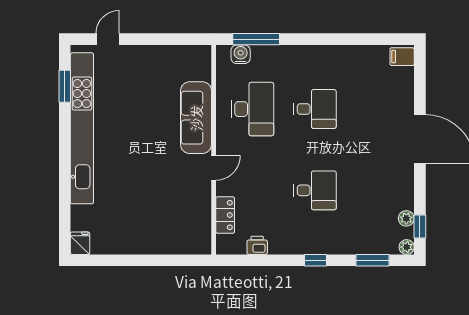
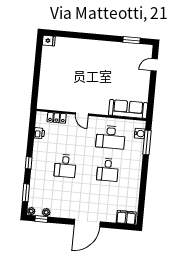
door: (108, 39) -> (154, 65), swing flipped
filing cabinet: (402, 57) -> (126, 217), width x2.00
sofa: (196, 118) -> (128, 109), moved
kitchen unit: (82, 128) -> (109, 47), removed

